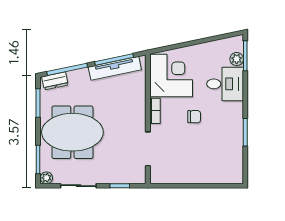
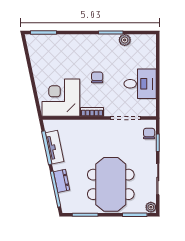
plant: (237, 59) -> (125, 40), moved
tv unit: (115, 68) -> (55, 147), width x0.71
dresser: (55, 81) -> (62, 181), moved
desk: (225, 84) -> (140, 84), moved, turned 90
chair: (130, 176) -> (149, 134), added

